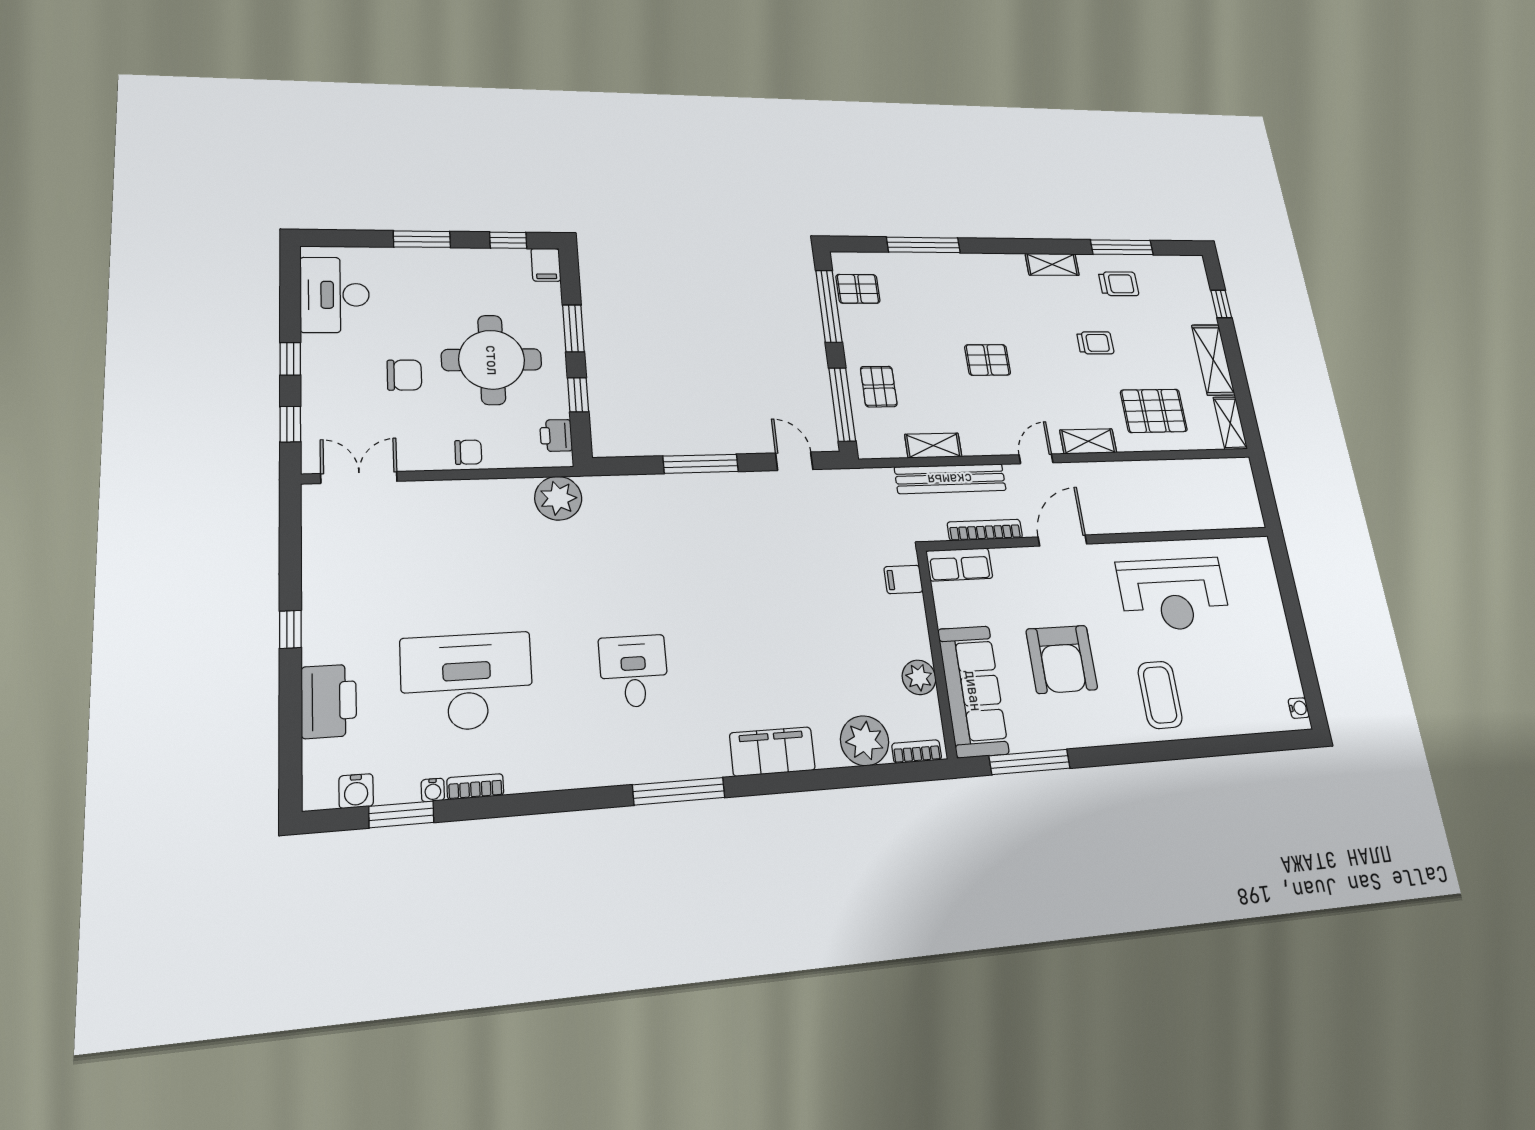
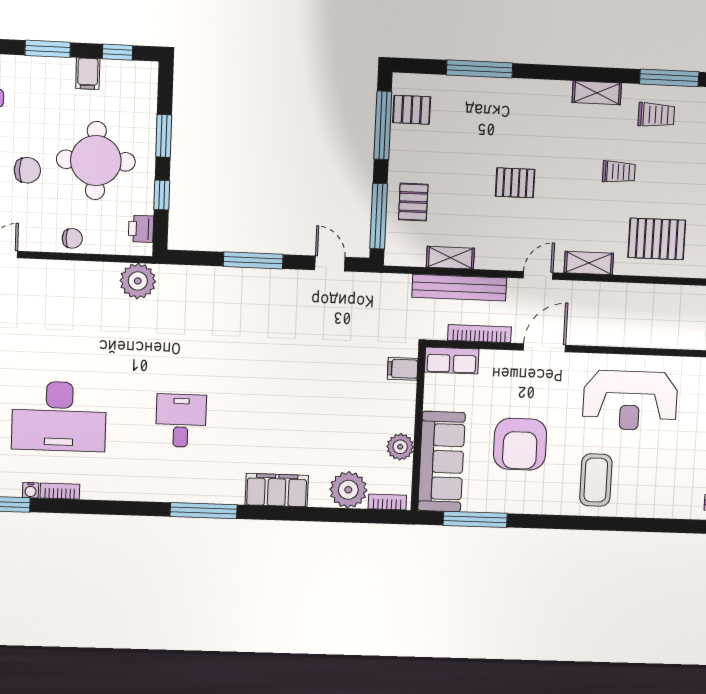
filing cabinet: (546, 265) -> (88, 74), moved
desk: (467, 682) -> (59, 416), turned 180

